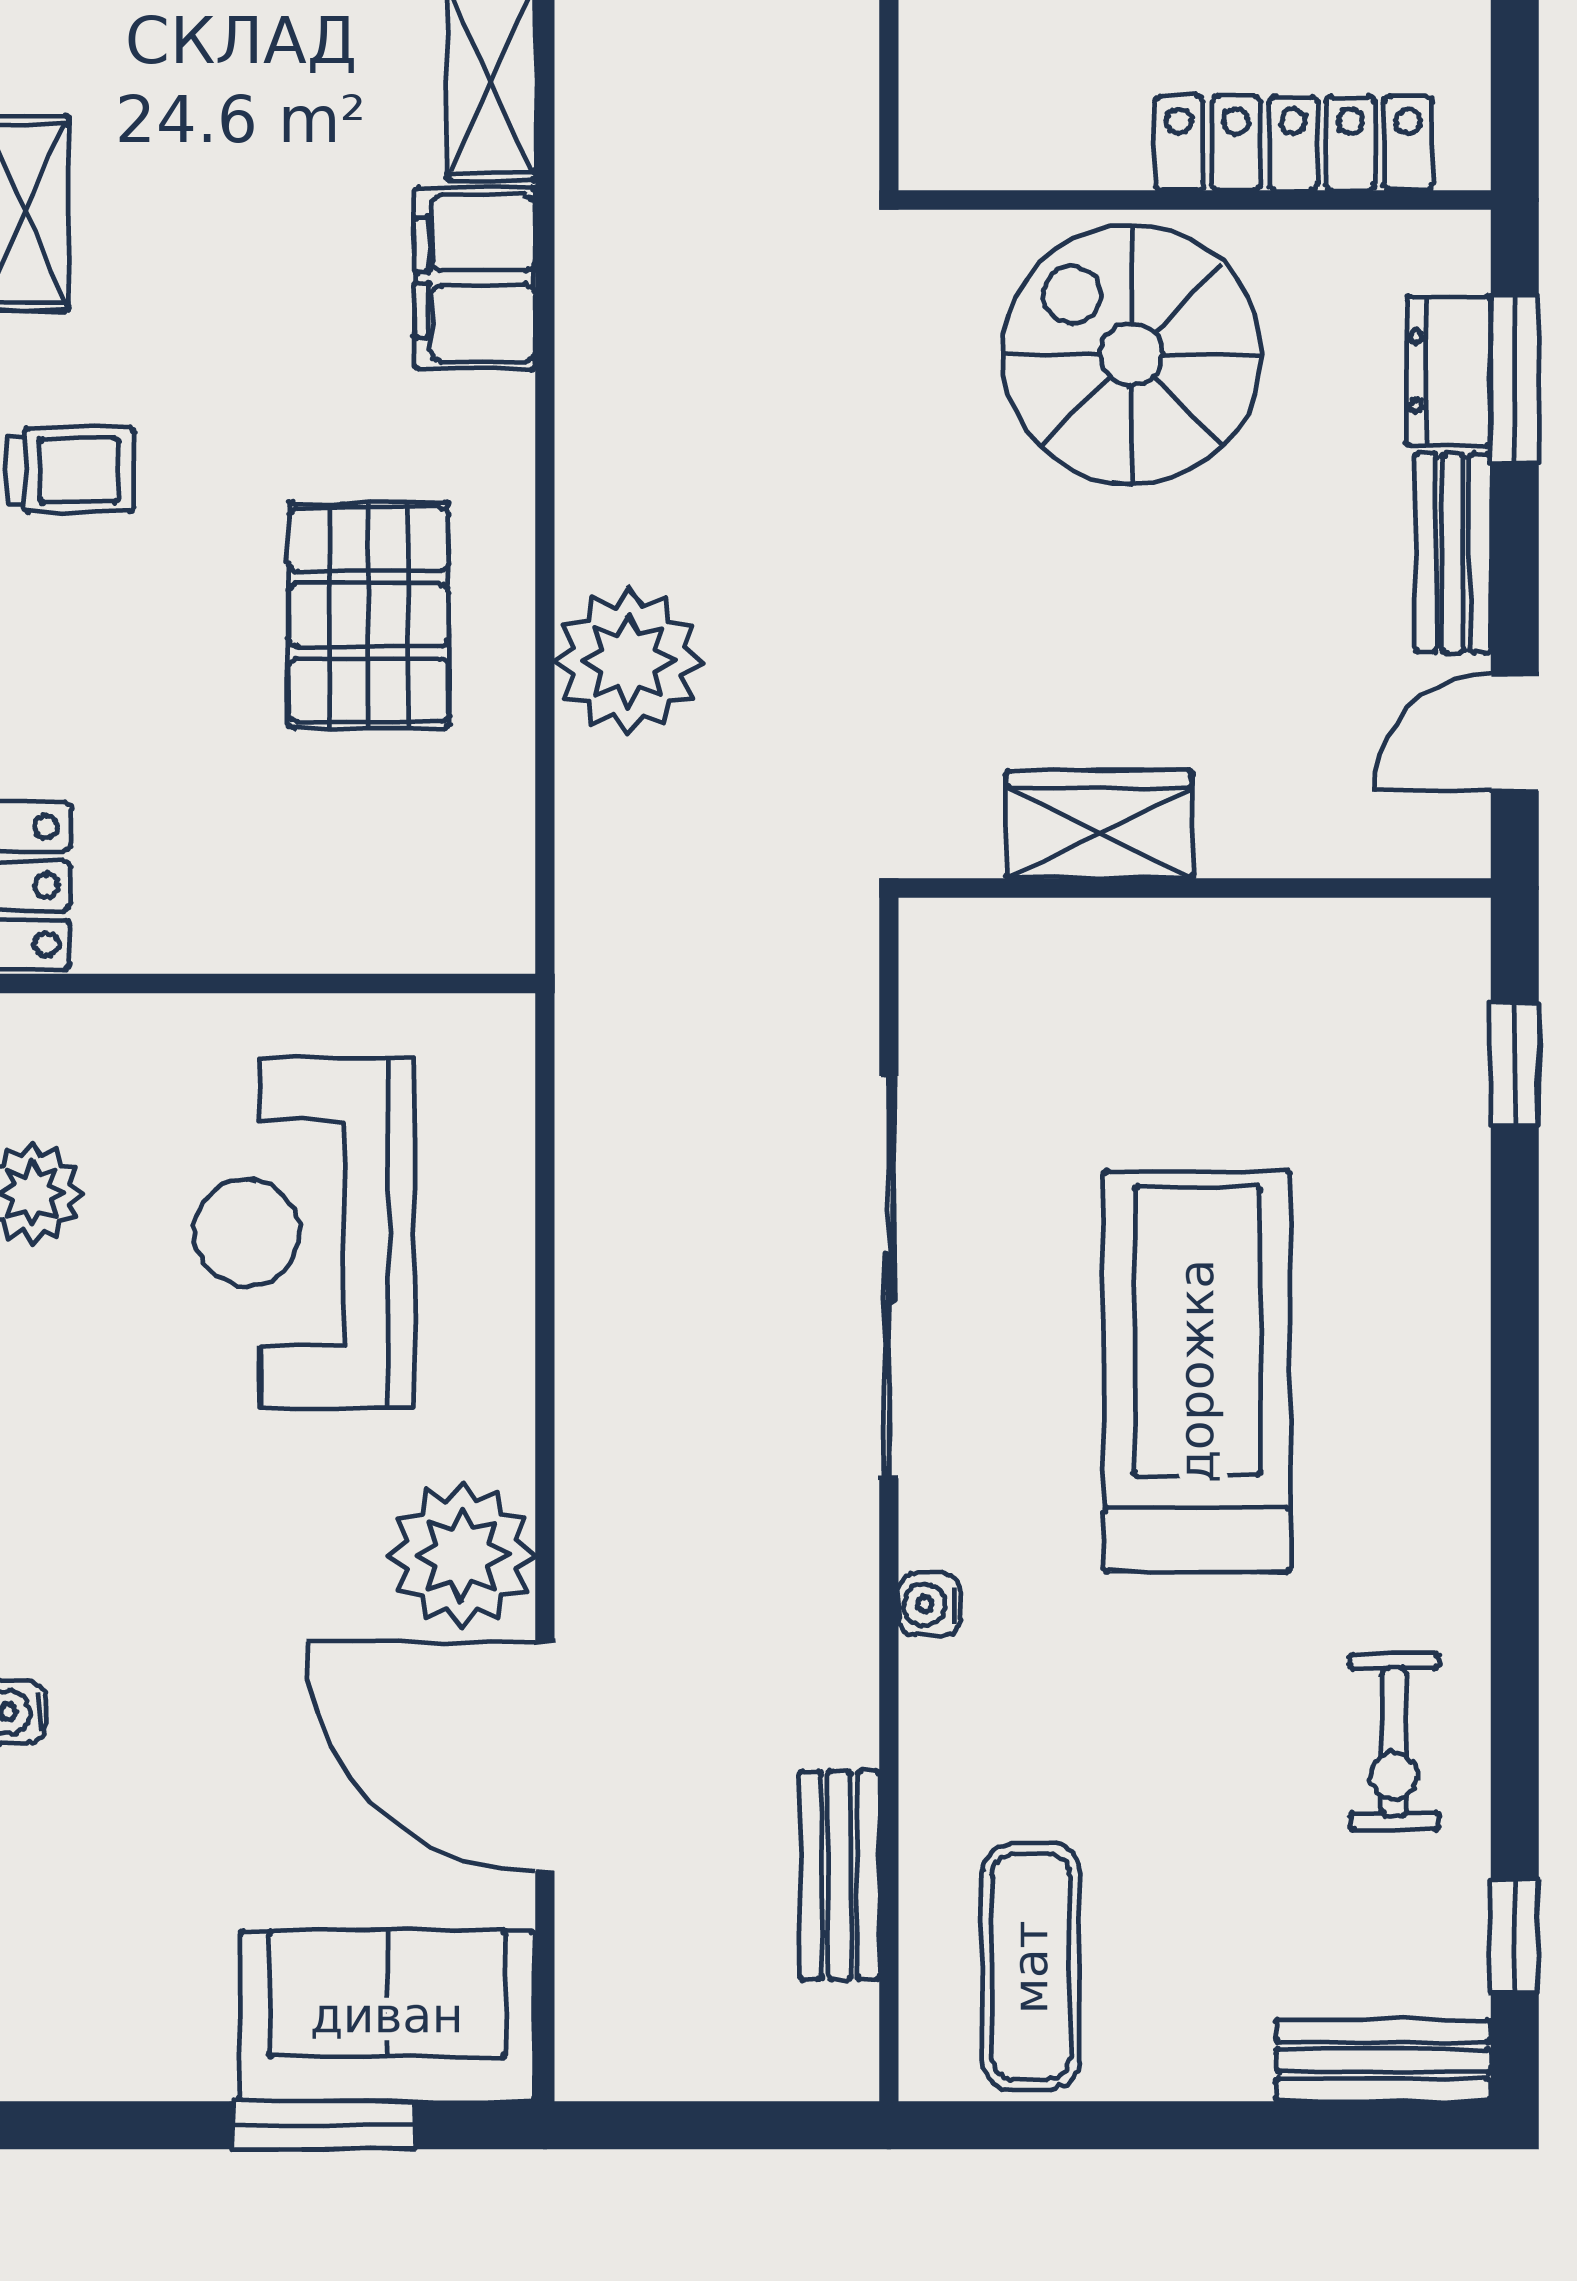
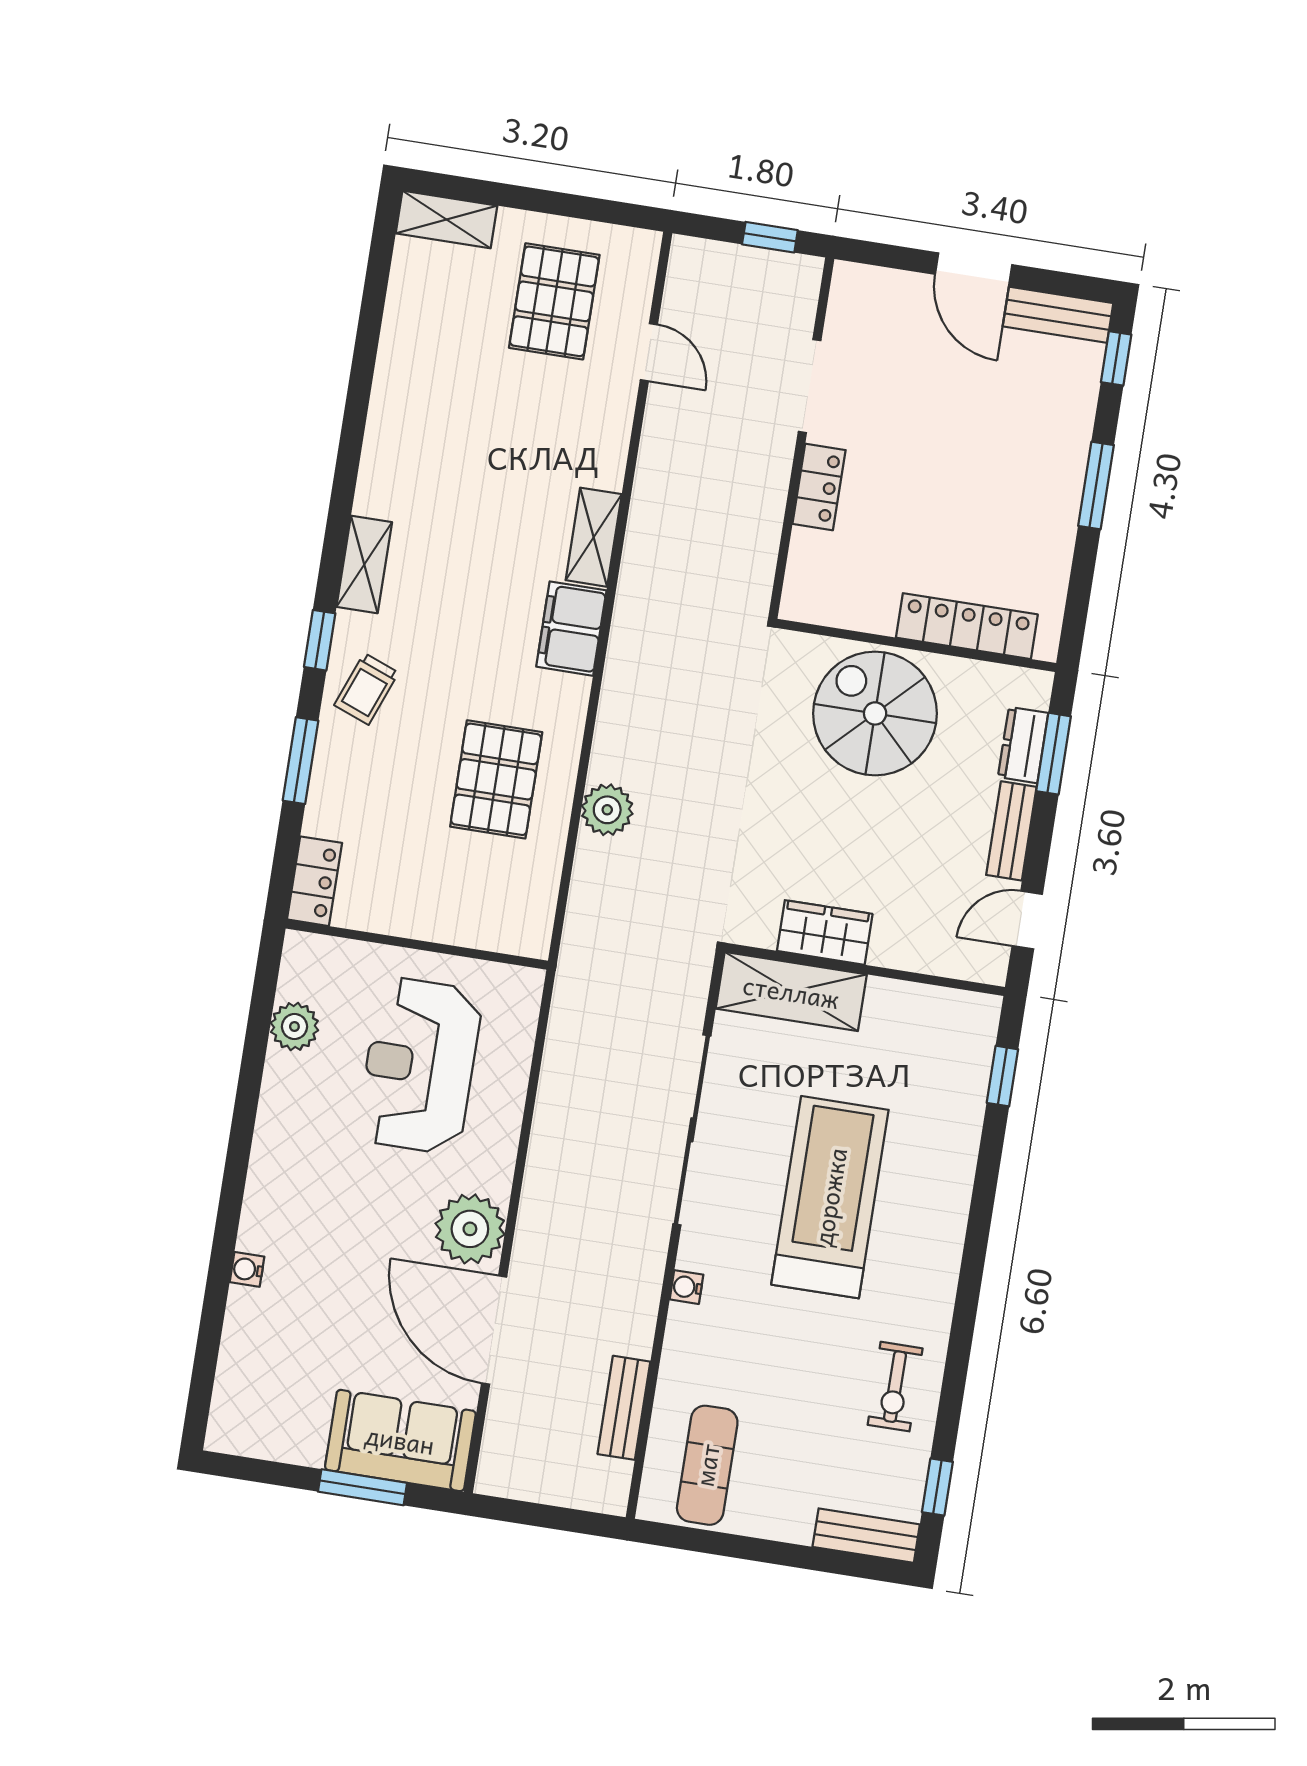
trolley: (70, 470) -> (366, 689), turned 111
plant: (628, 661) -> (607, 810), width x0.73, depth x0.73
shelving: (1049, 958) -> (791, 992), added

